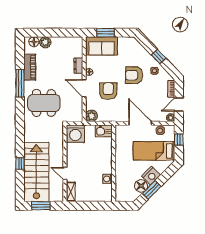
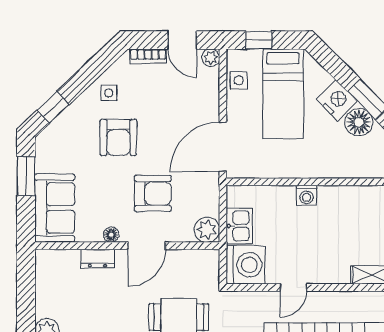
window: (105, 33) -> (26, 176), moved
window: (159, 57) -> (53, 107), moved
armchair: (108, 91) -> (153, 193), turned 180
door: (140, 123) -> (223, 147), moved
kitchen sink: (104, 131) -> (239, 226), moved
door: (65, 173) -> (293, 287), moved
washing machine: (107, 179) -> (306, 195), moved

